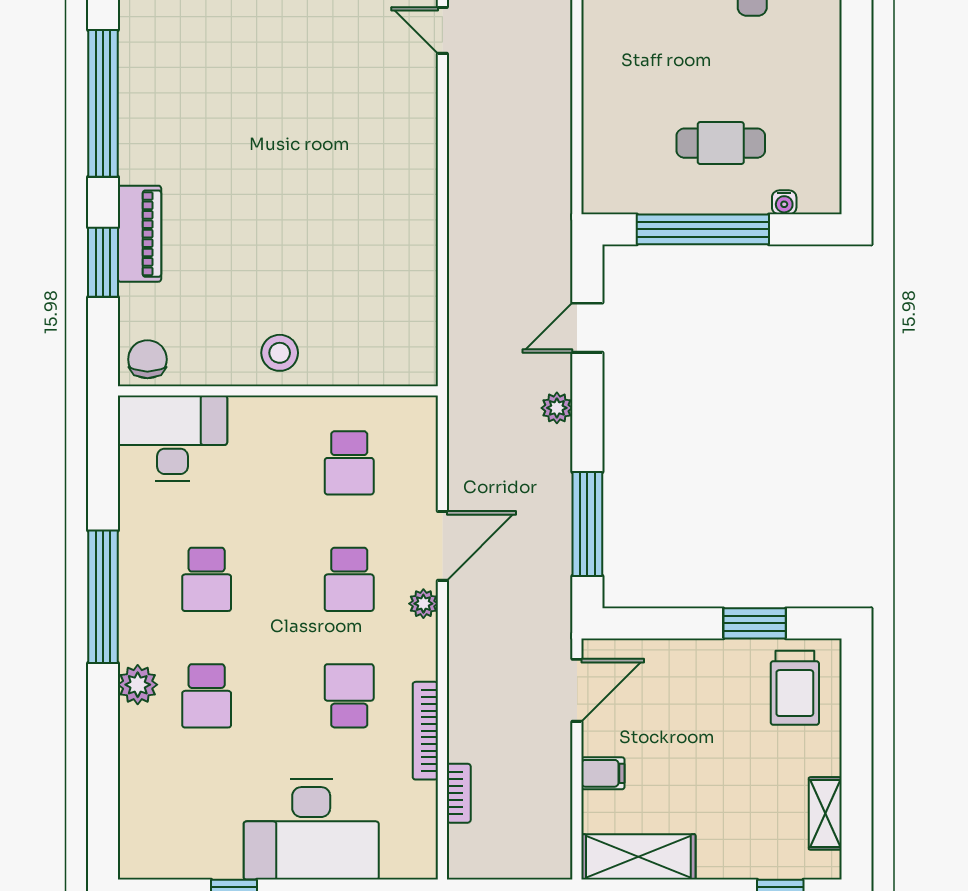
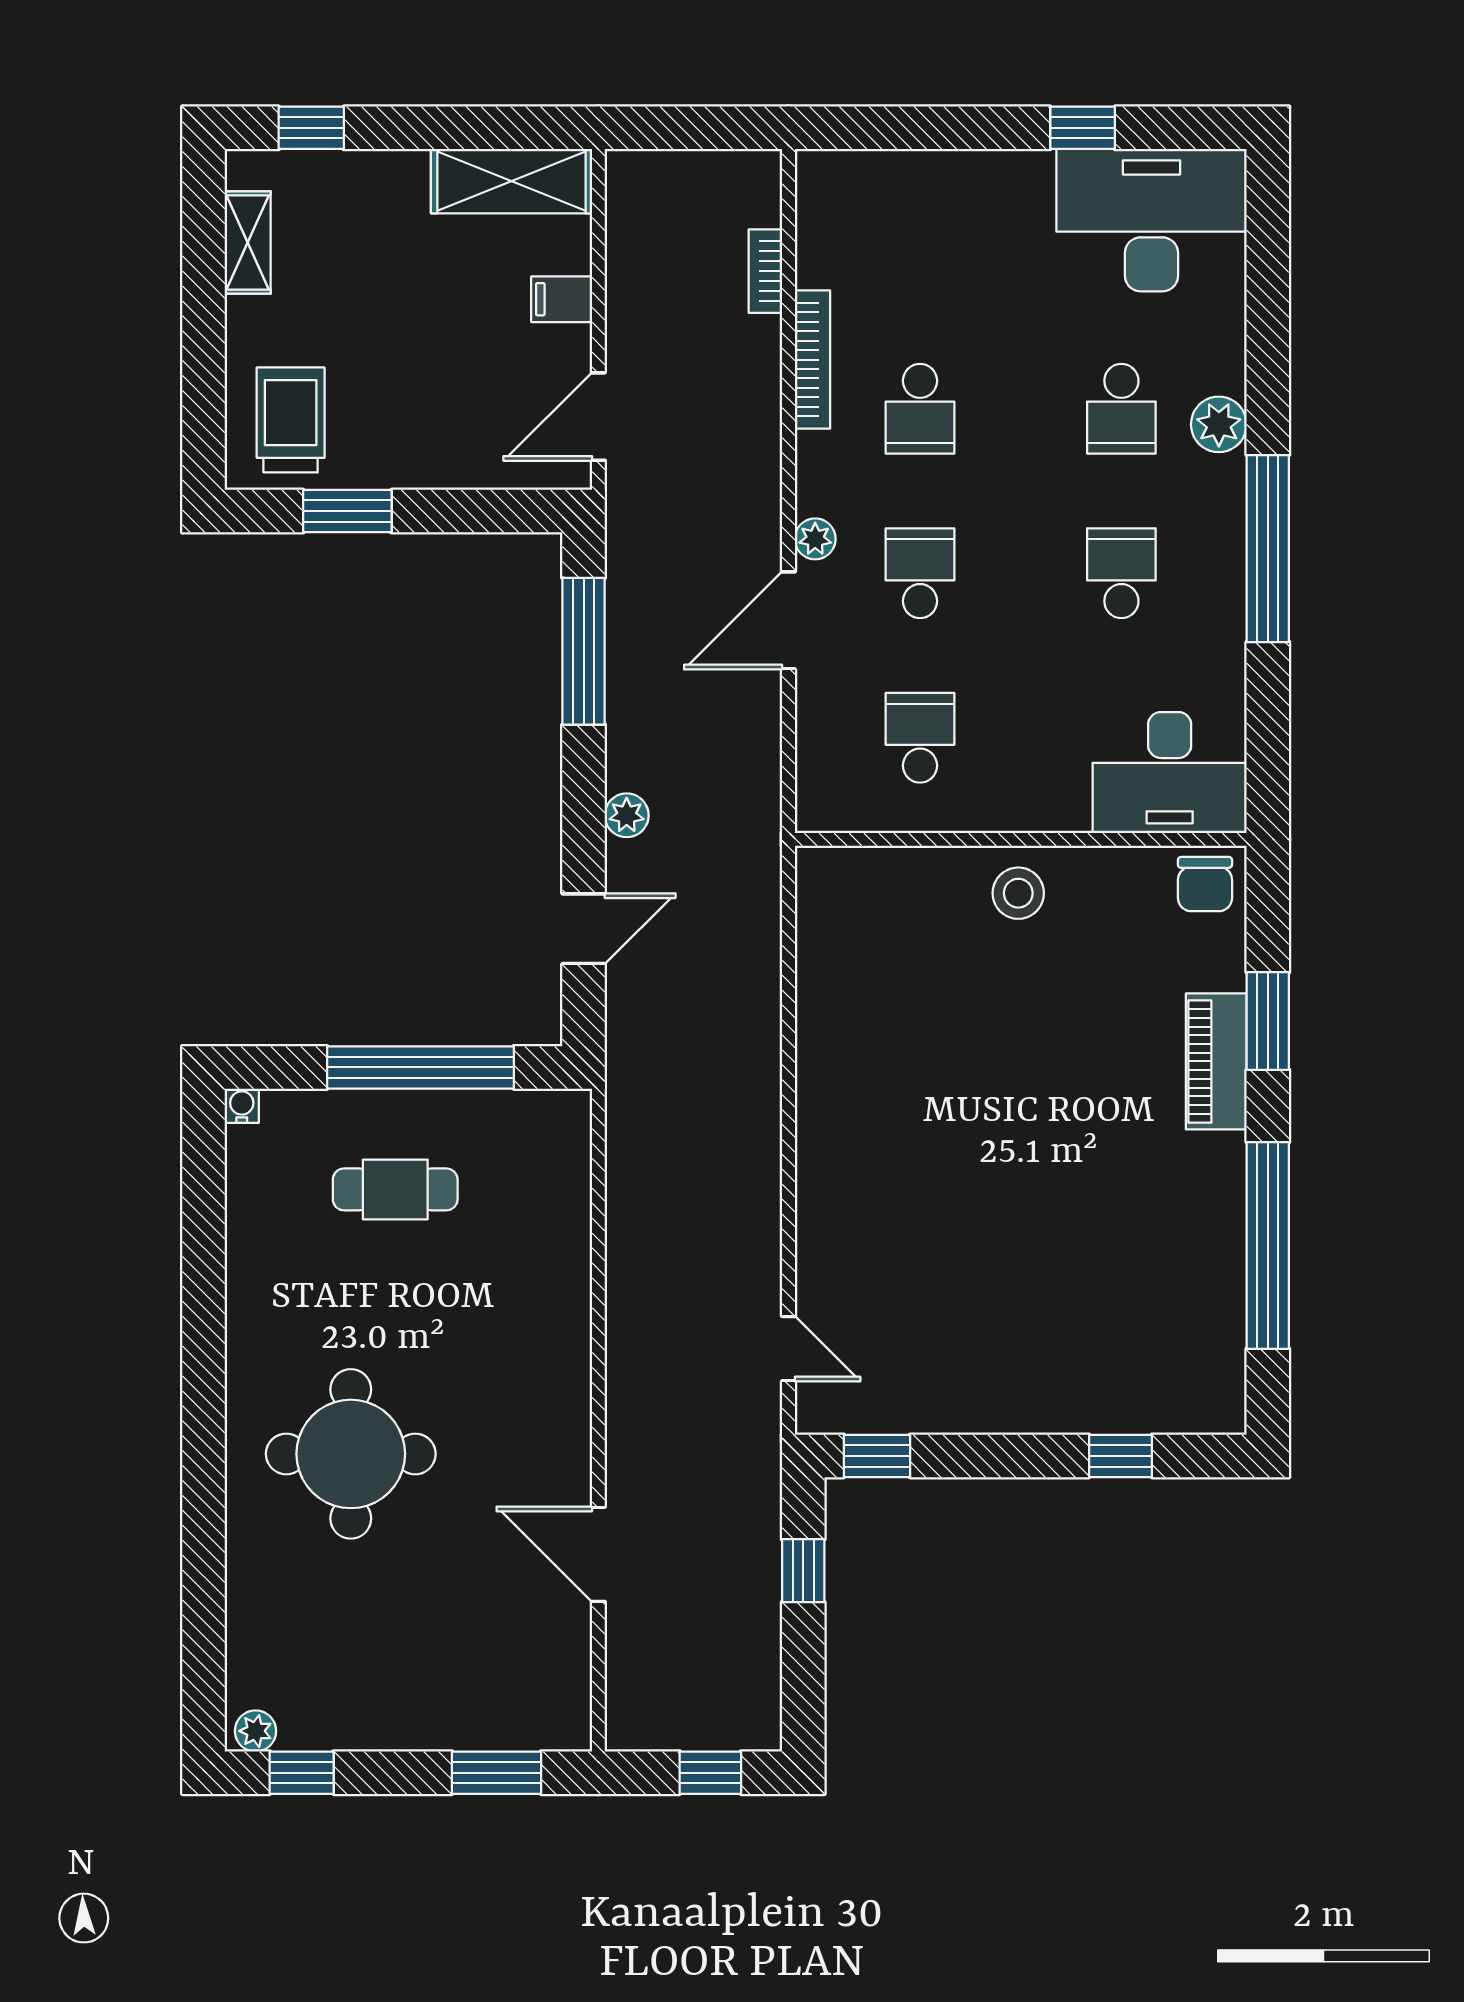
water cooler: (784, 202) -> (242, 1106), moved
school desk: (207, 696) -> (1121, 409), turned 180
desk: (311, 829) -> (1151, 220), moved

